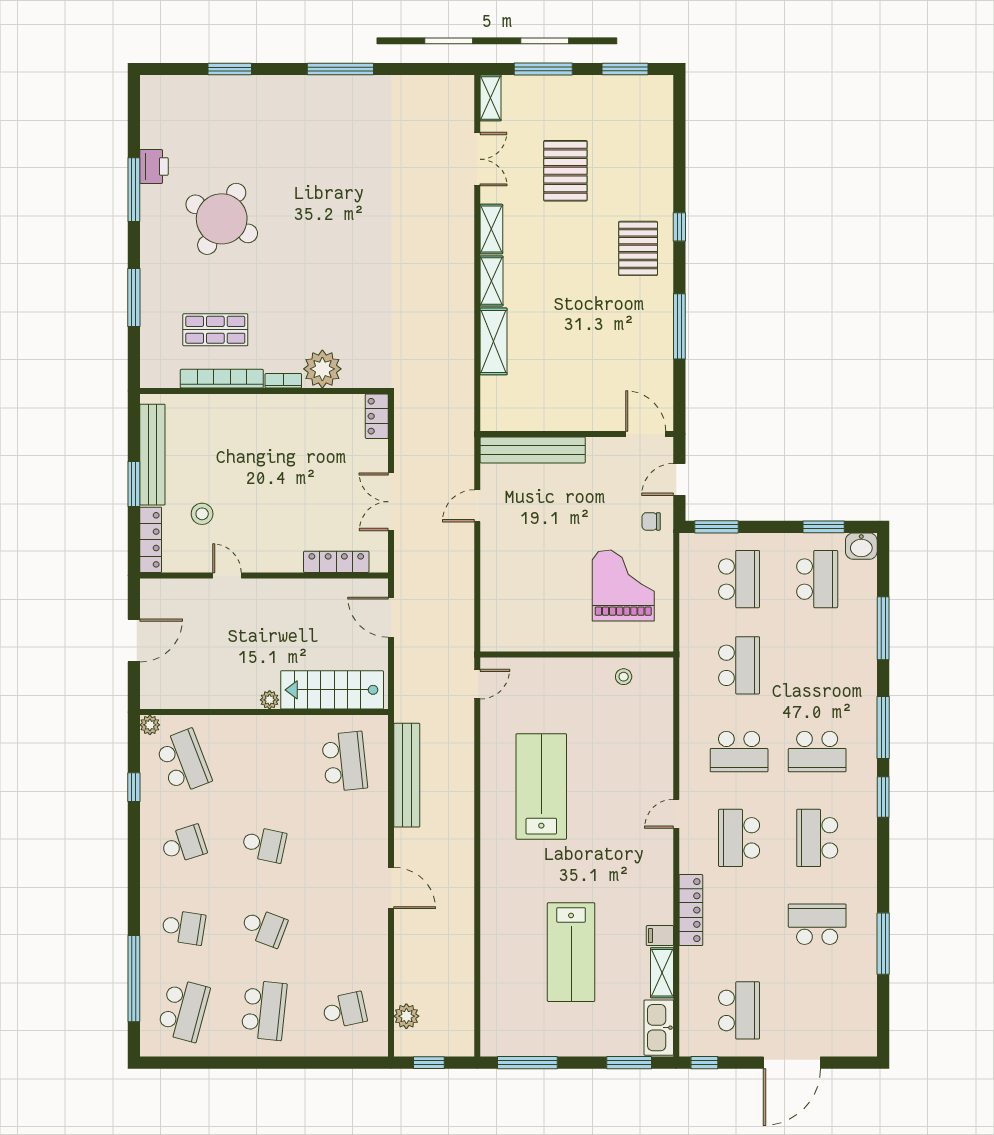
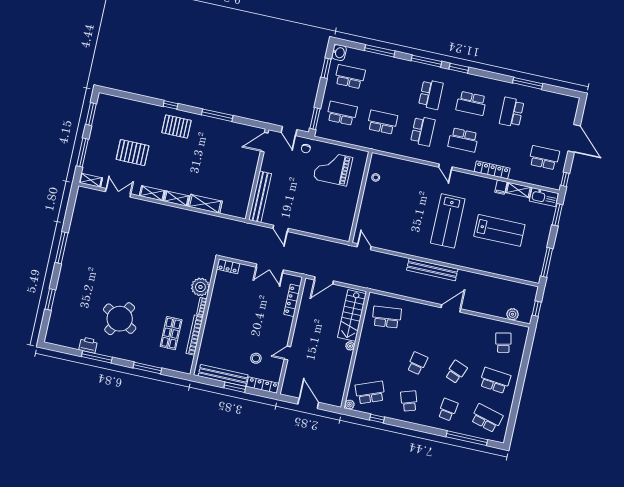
bench: (407, 775) -> (432, 270), moved
lab bench: (541, 786) -> (448, 221), moved, turned -90

